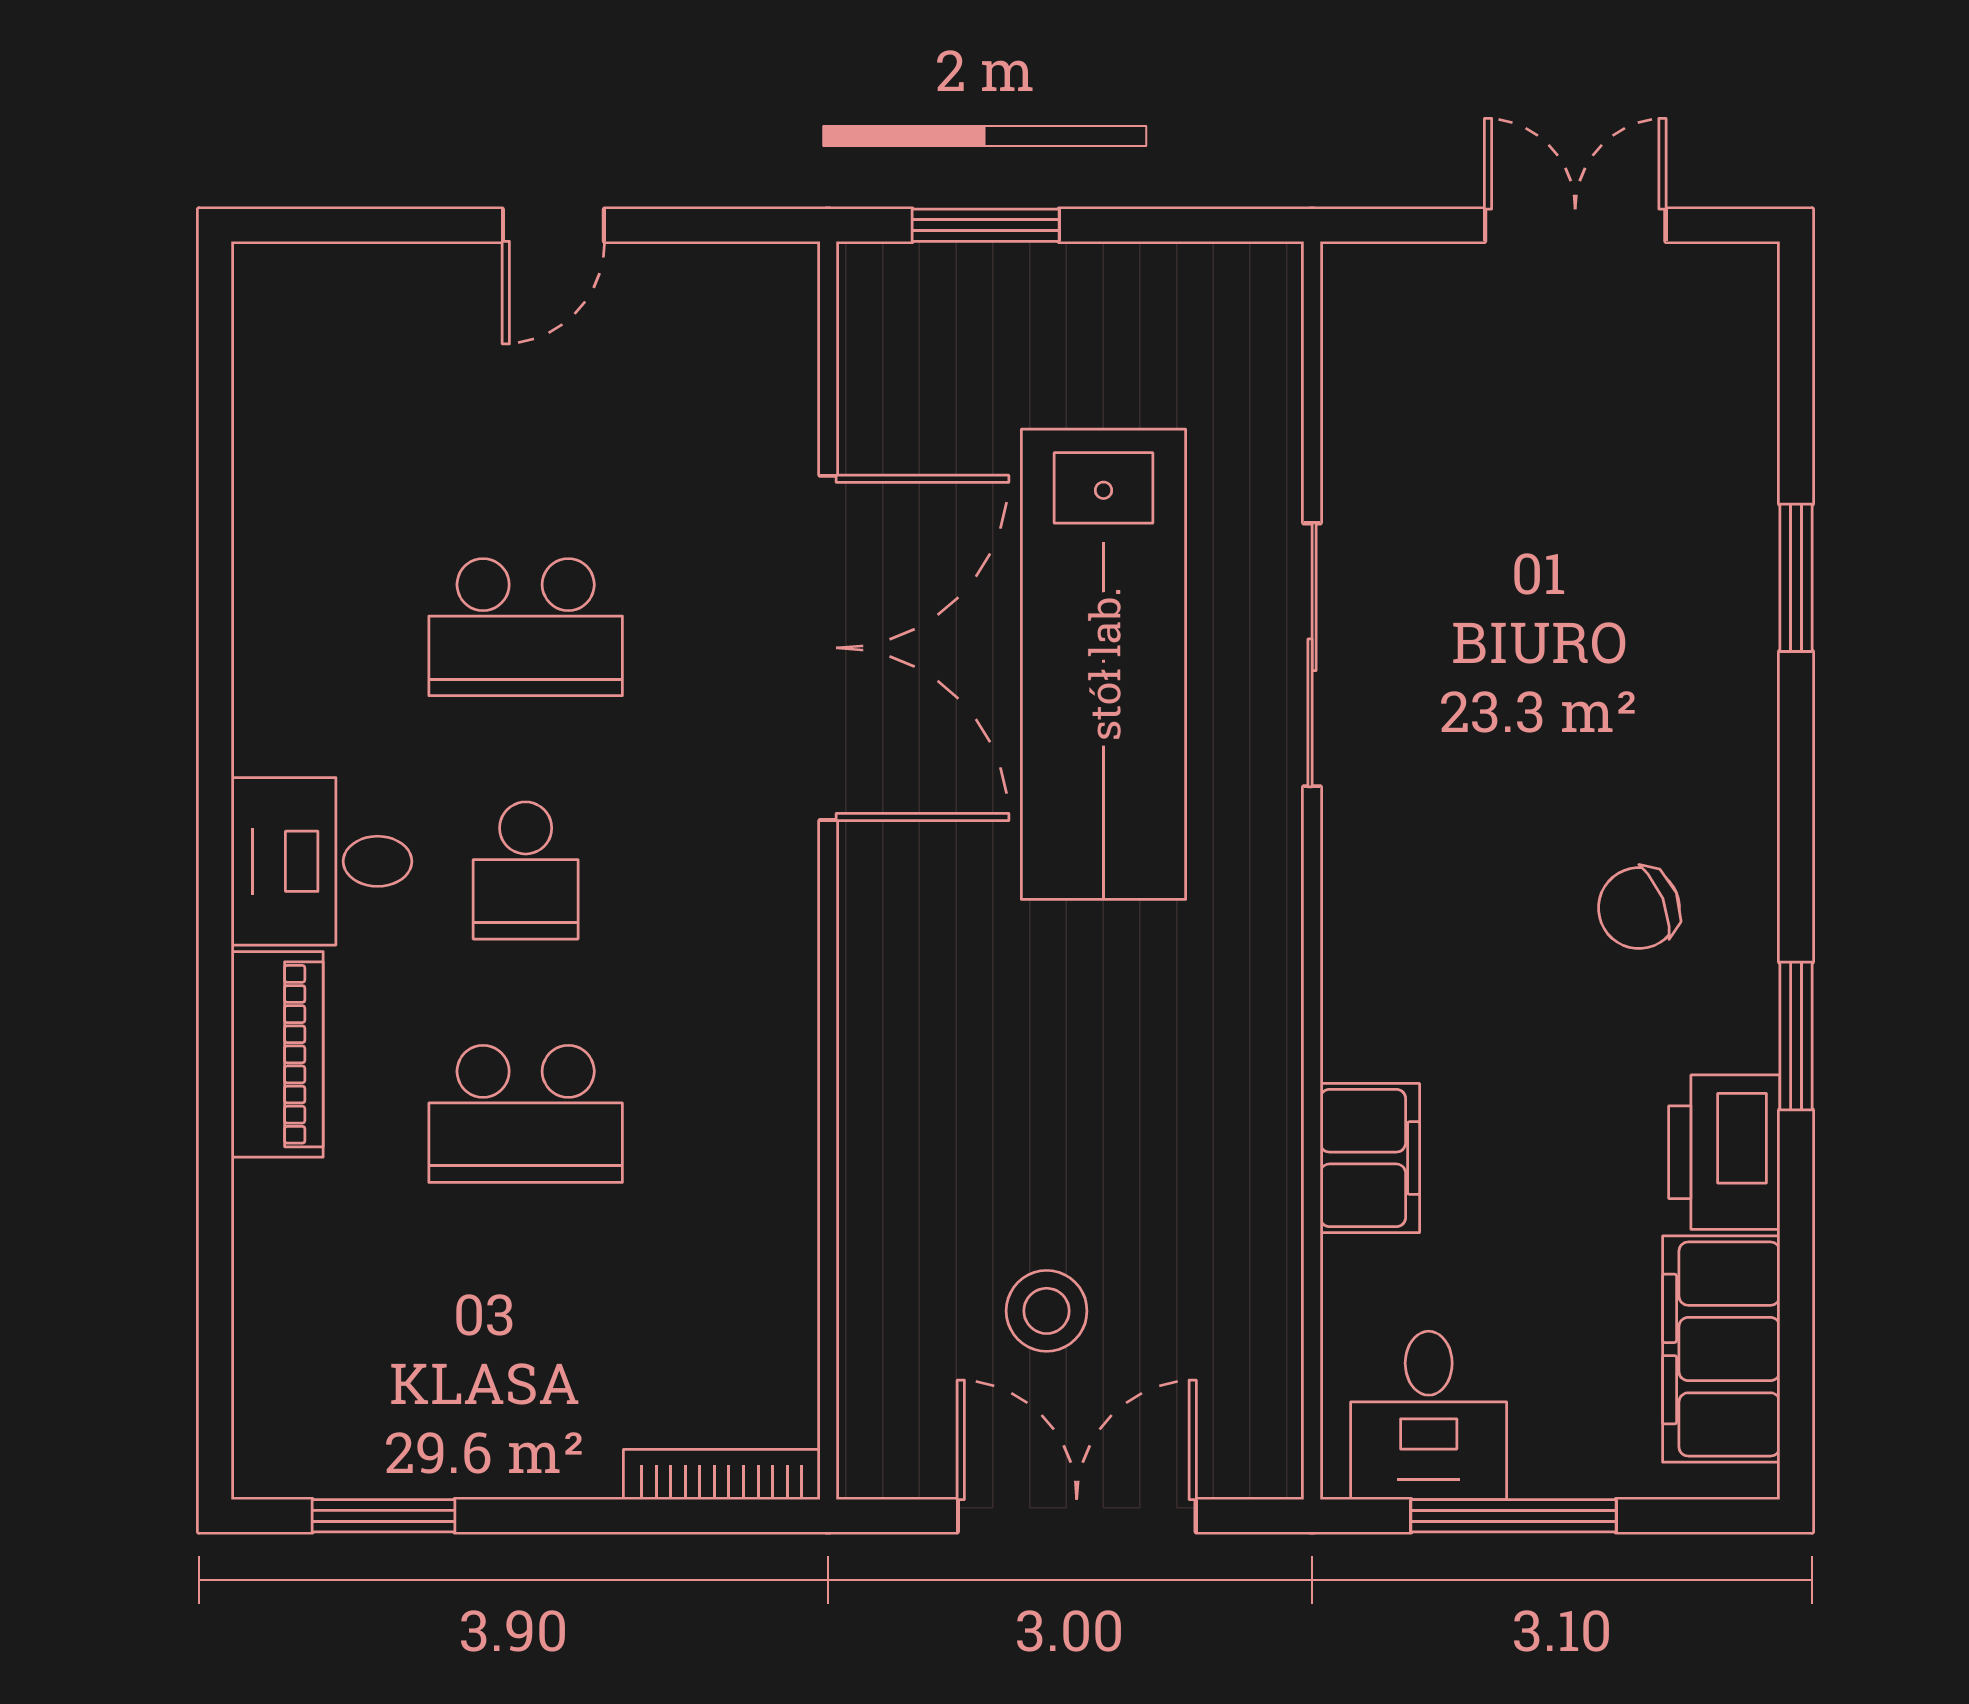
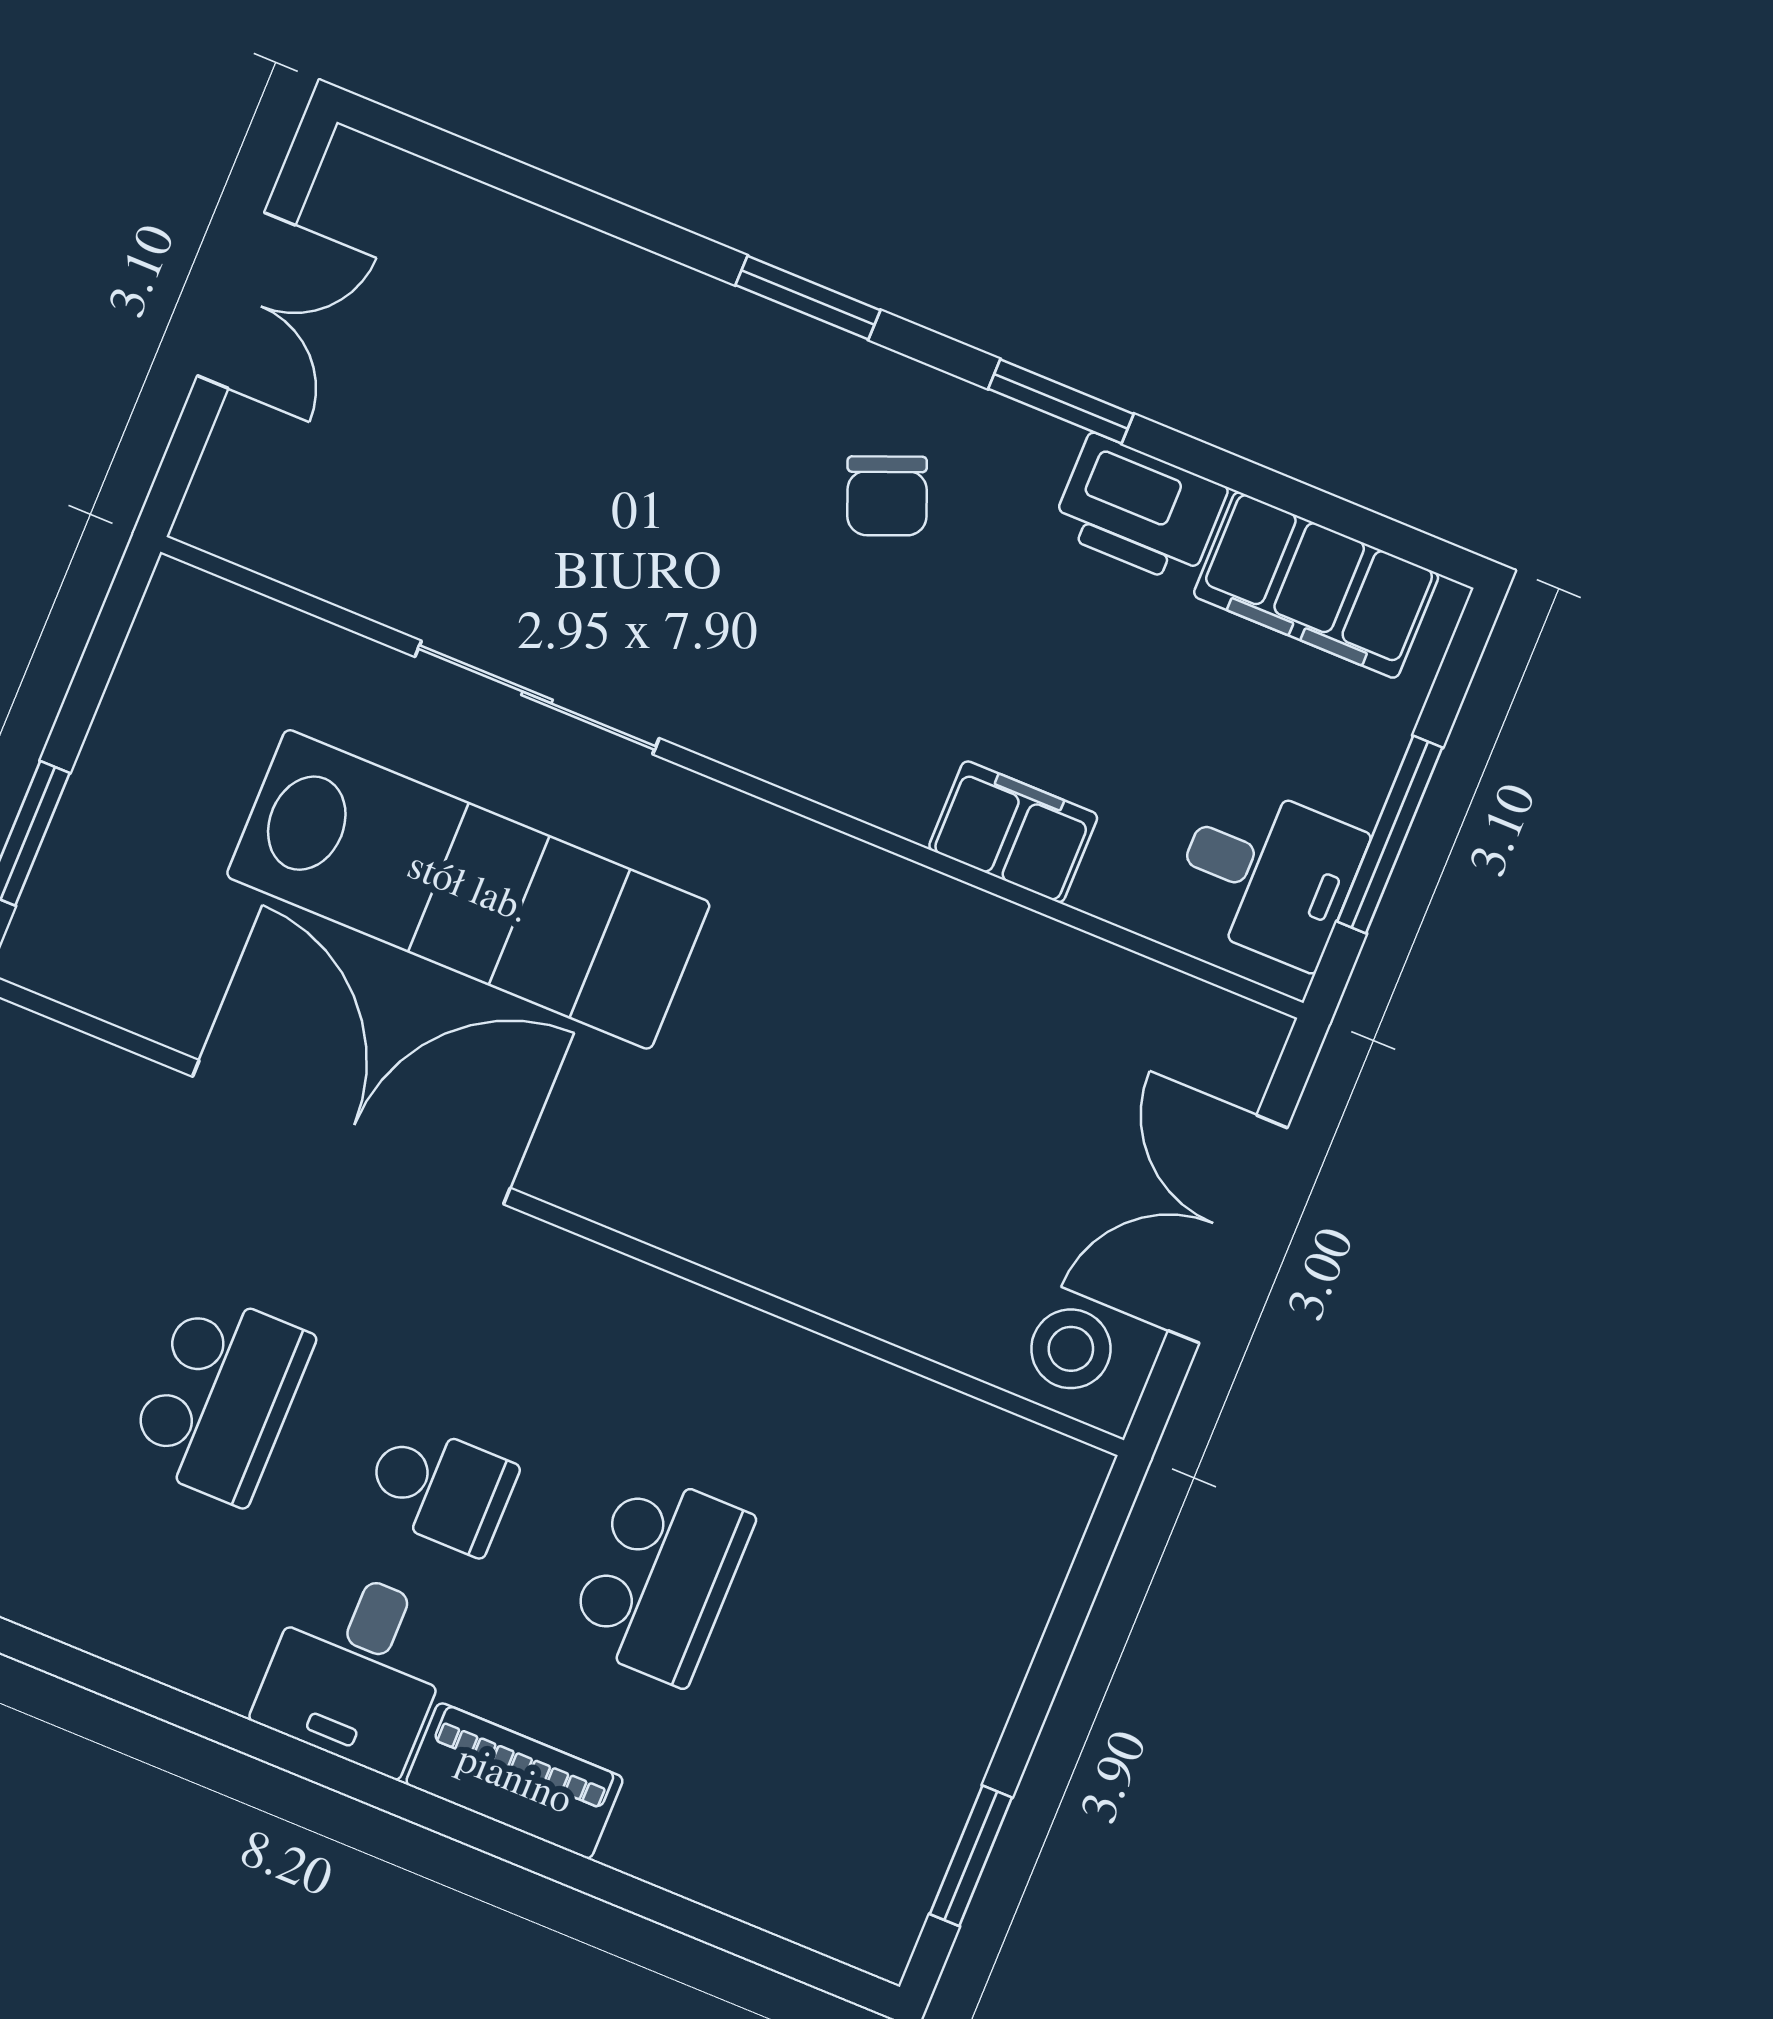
double door: (1575, 225) -> (246, 300), swing flipped
window: (1796, 578) -> (808, 298), moved
stool: (1047, 1311) -> (1071, 1349), moved
bookcase: (722, 1474) -> (1059, 1535), removed

